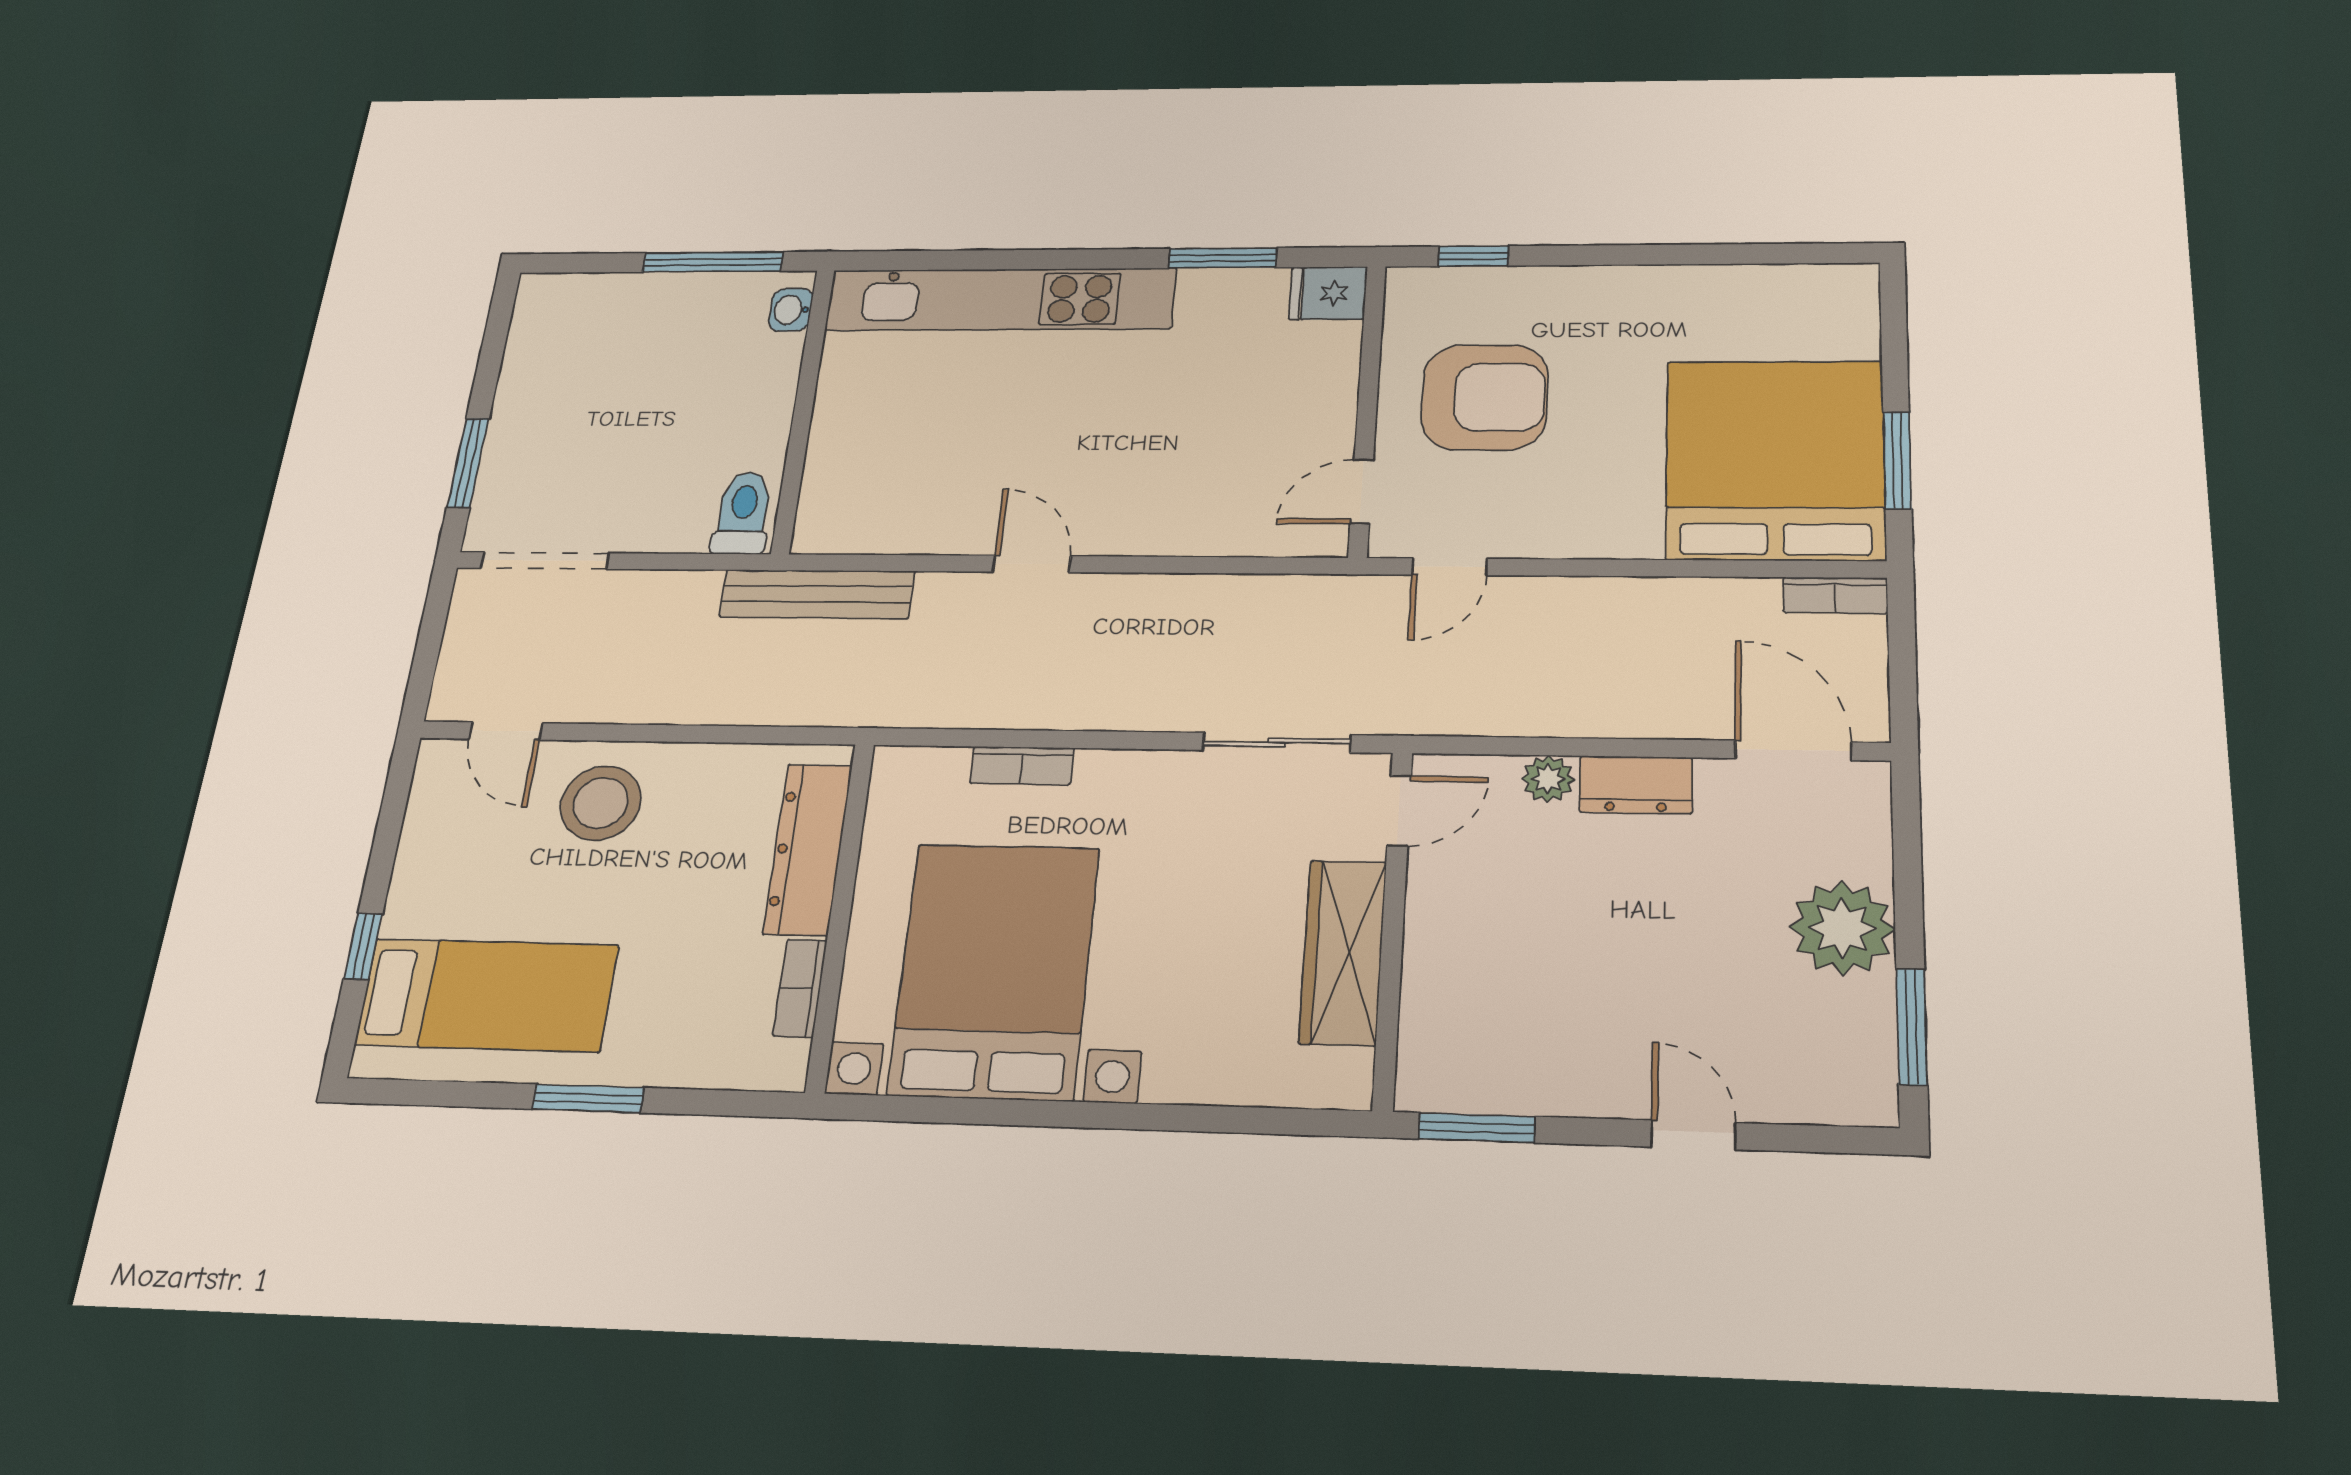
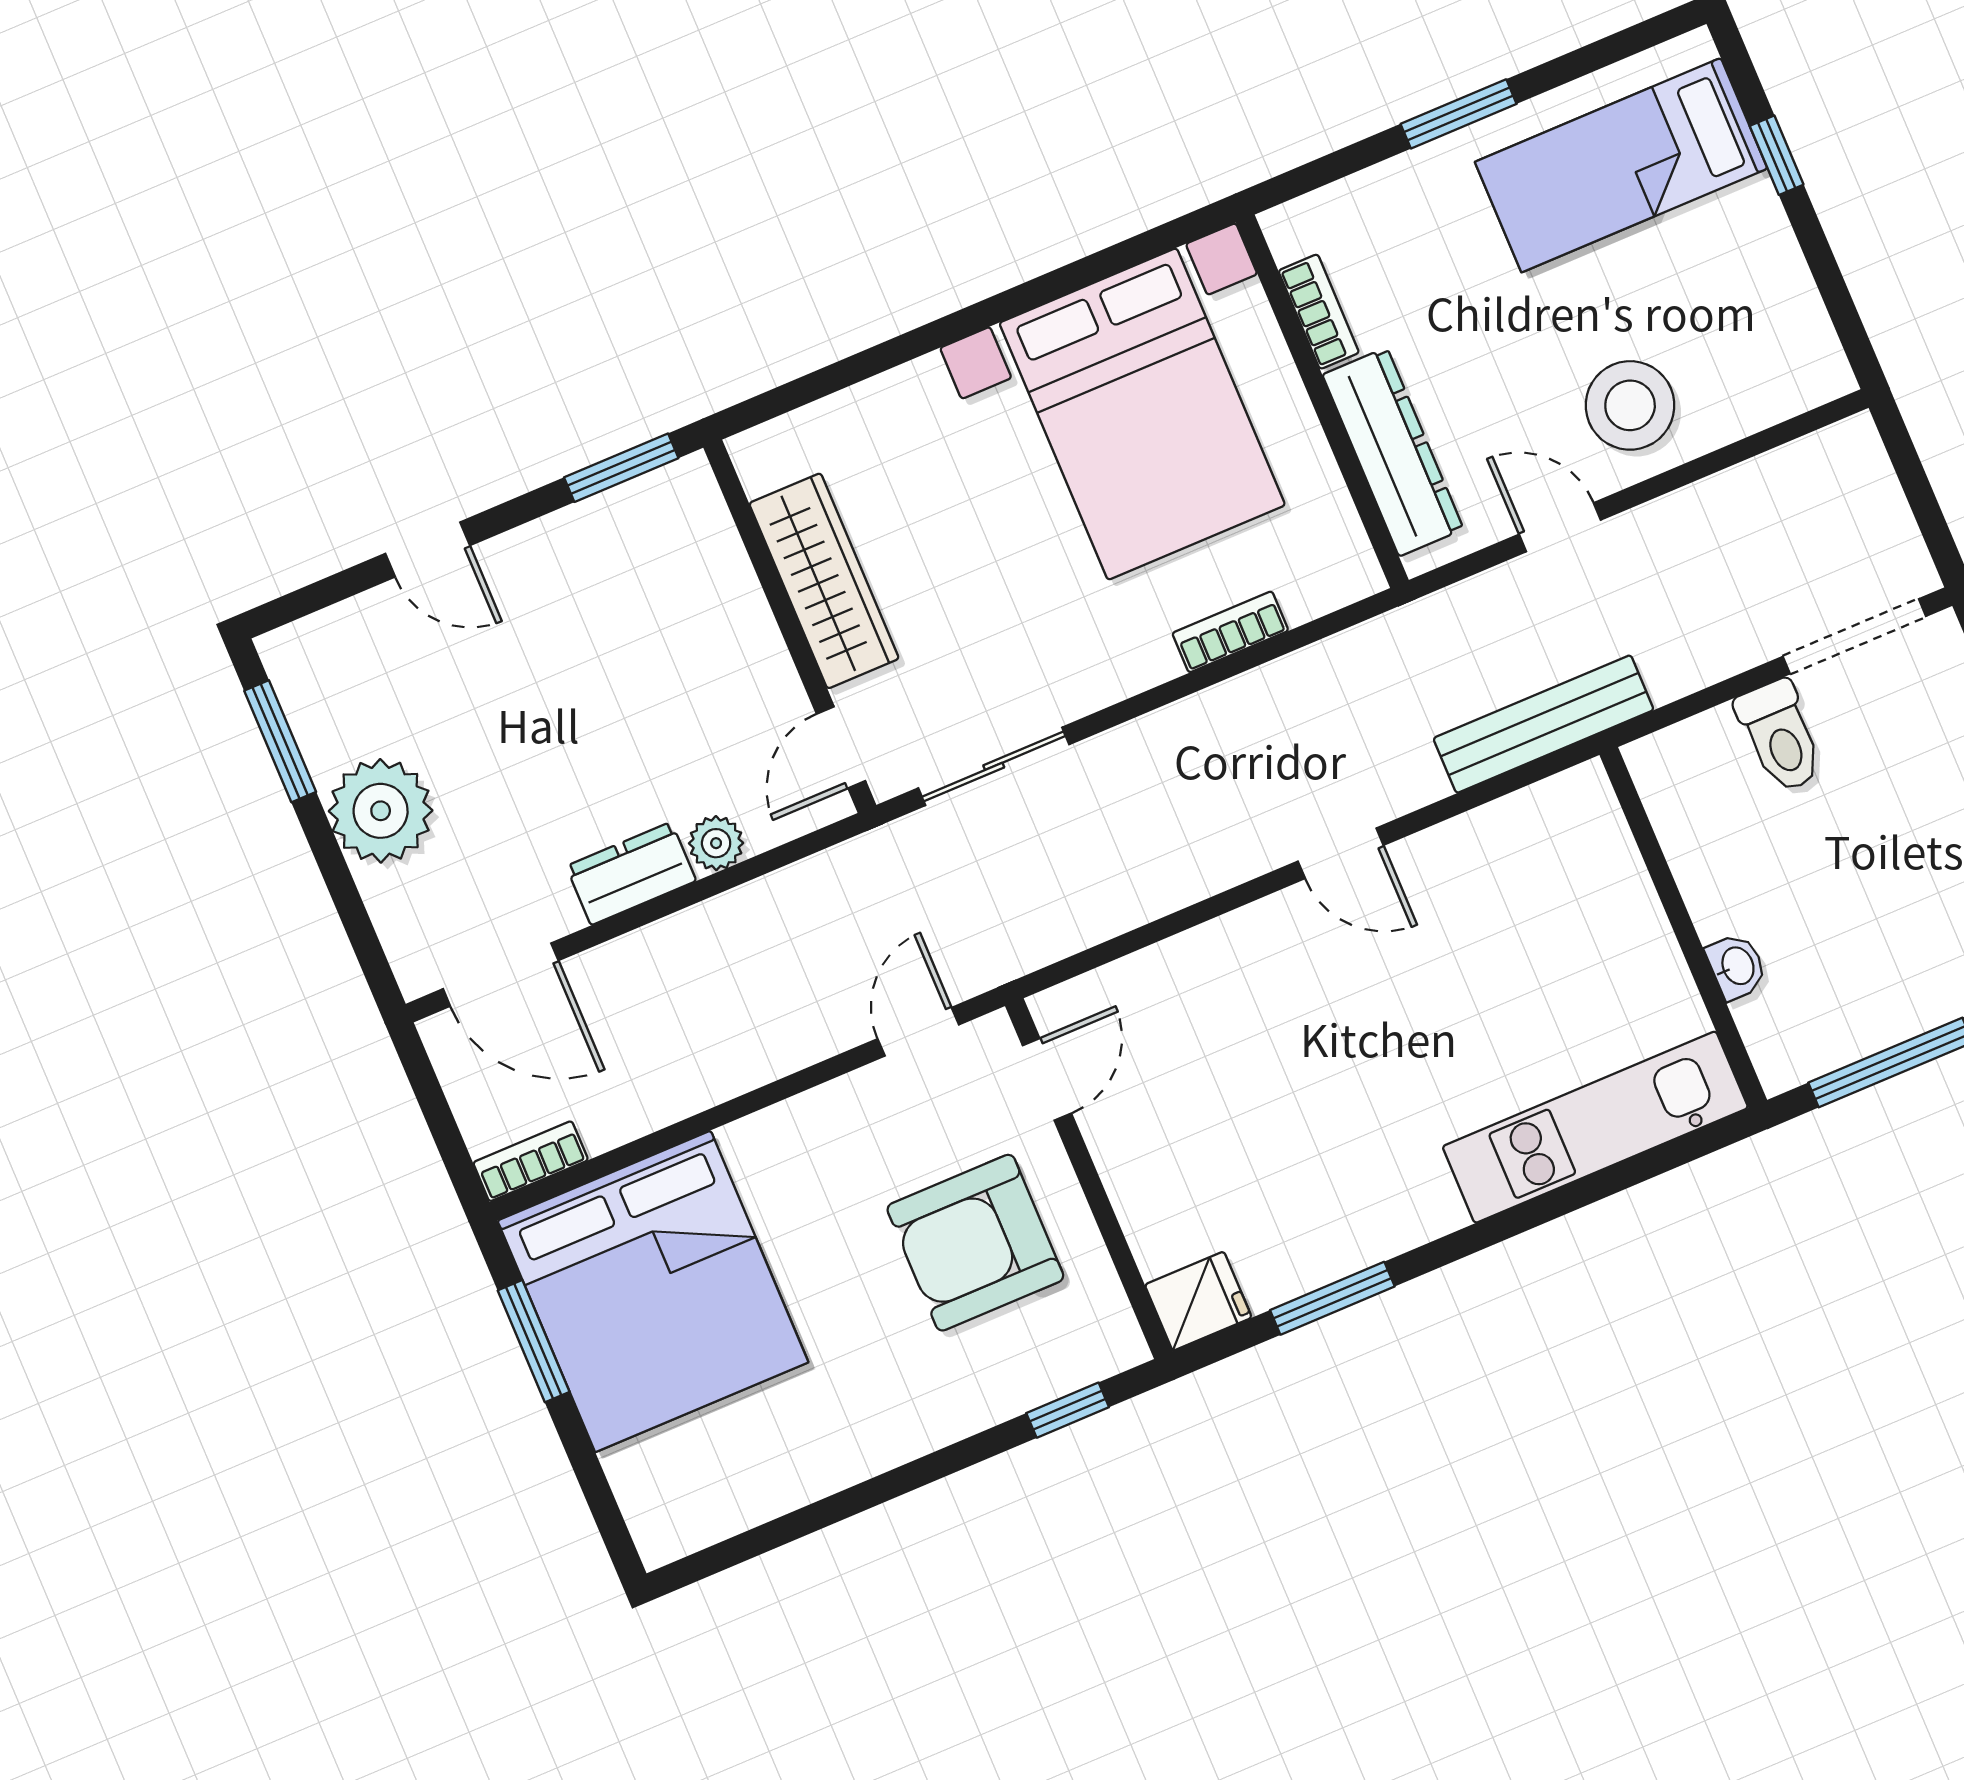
kitchen unit: (1000, 299) -> (1595, 1127), width x0.73
washbasin: (791, 310) -> (1737, 966), moved
toilet: (743, 513) -> (1780, 736), moved
door: (506, 731) -> (1560, 527), moved

